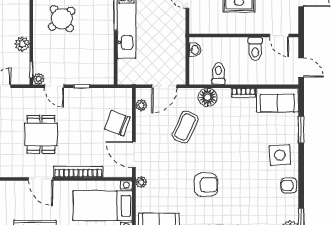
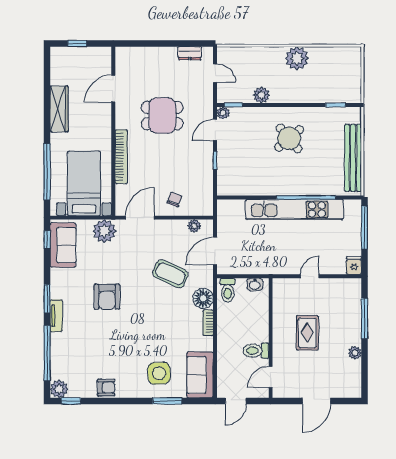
toilet: (218, 74) -> (228, 290), moved, turned 90
door: (164, 86) -> (215, 251), hinge flipped
bookcase: (243, 93) -> (208, 323), moved
chair: (117, 123) -> (174, 199), width x0.54, depth x0.54
side table: (280, 155) -> (159, 373), moved
door: (41, 179) -> (113, 89), moved
plant: (141, 182) -> (104, 231), width x1.88, depth x1.88
armchair: (289, 185) -> (106, 388), turned 90

